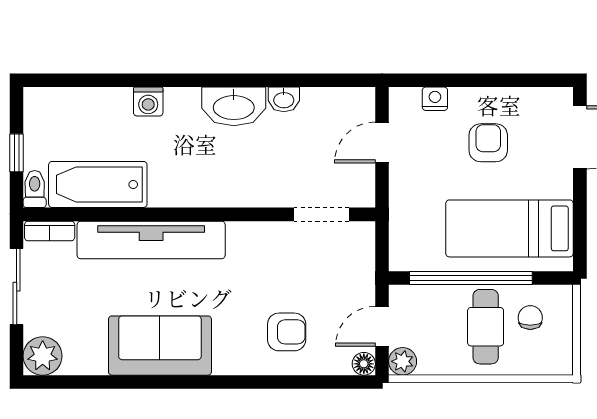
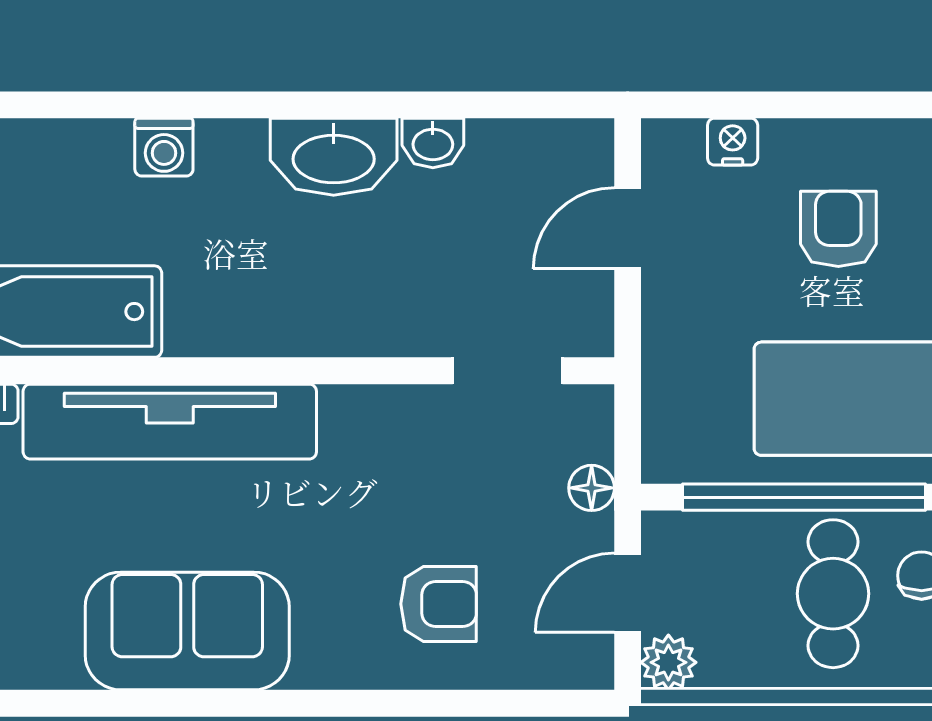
floor lamp: (364, 364) -> (592, 488), moved

